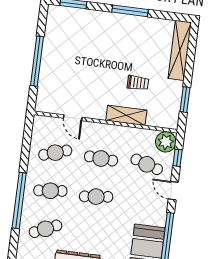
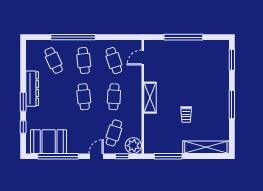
trolley: (138, 83) -> (186, 114), moved
window: (185, 100) -> (168, 156), width x1.44
shelving: (126, 115) -> (150, 98), moved
door: (73, 118) -> (143, 58), moved

